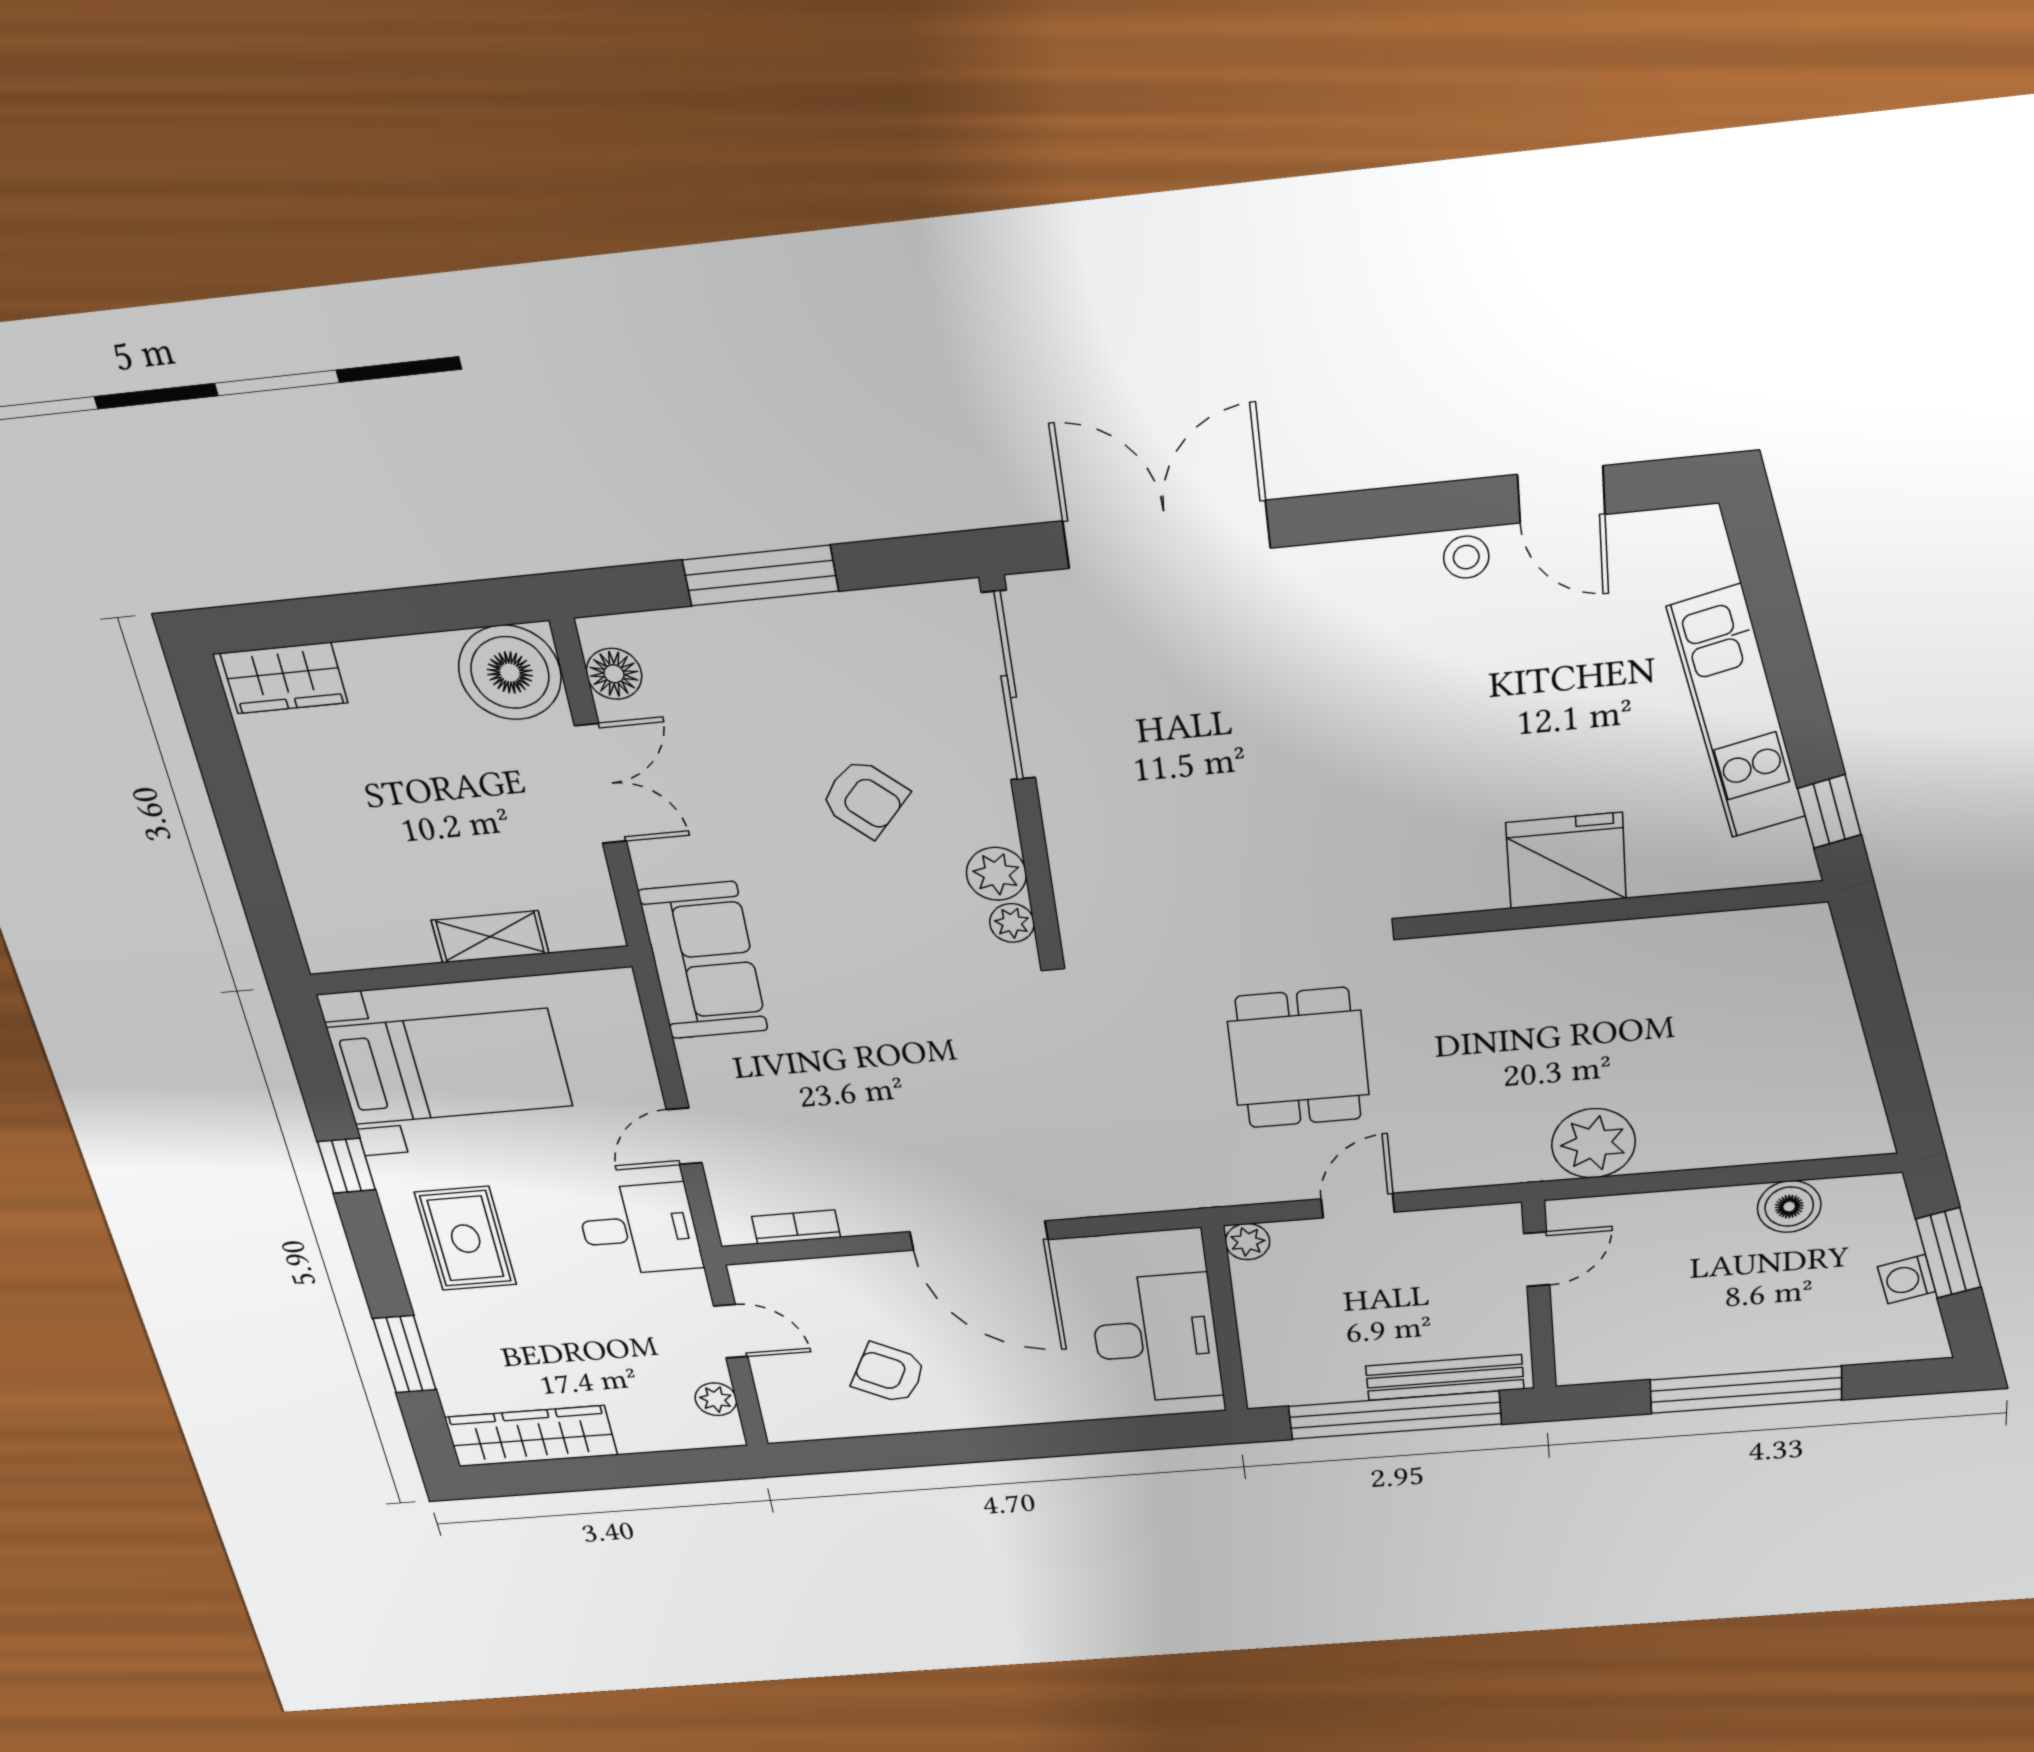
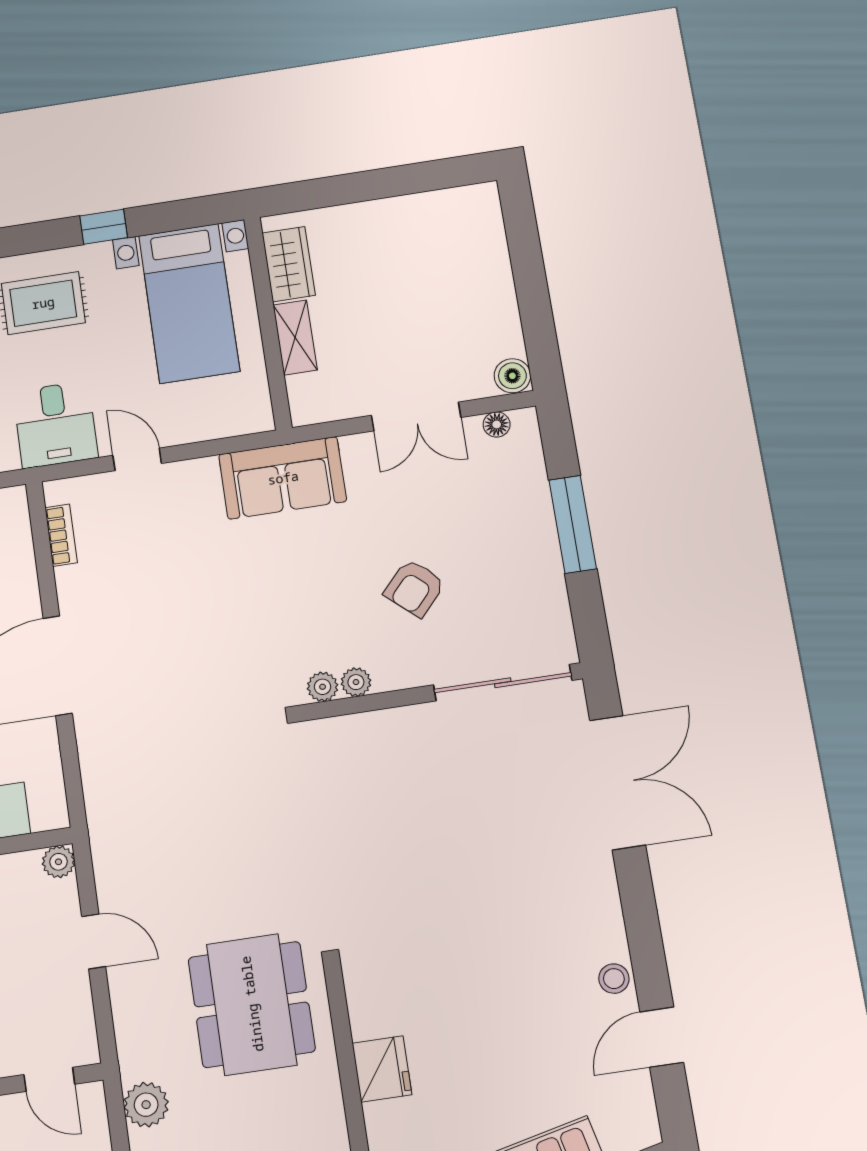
boiler: (510, 673) -> (512, 376), width x0.54, depth x0.54
floor lamp: (614, 674) -> (497, 424), width x0.73, depth x0.73
wardrobe: (284, 678) -> (289, 264), moved, turned 180
fridge: (1566, 861) -> (382, 1069), width x0.73, depth x0.75
plant: (996, 874) -> (356, 682), width x0.73, depth x0.73
dining table: (1299, 1058) -> (252, 1004), moved, width x1.38
plant: (1593, 1143) -> (146, 1105), width x0.73, depth x0.73

